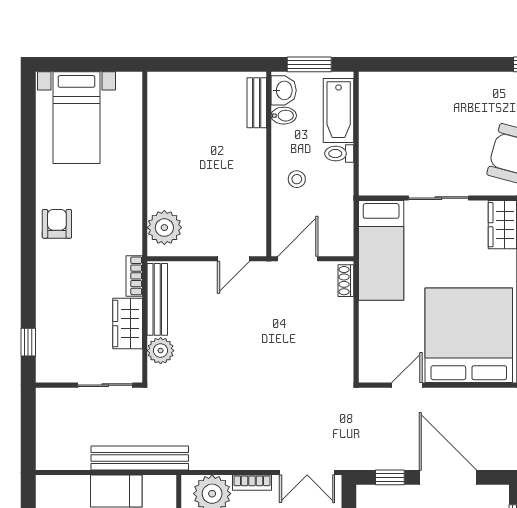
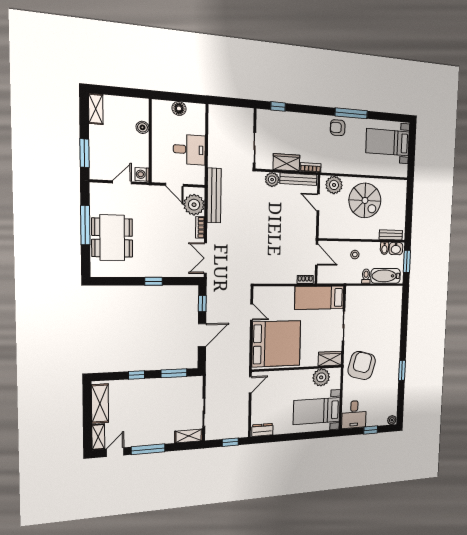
spiral stairs: (191, 162) -> (365, 200), added
window: (28, 197) -> (351, 113), added
armchair: (57, 224) -> (338, 128), turned 180
door: (234, 259) -> (318, 202), moved
bench: (140, 458) -> (214, 195), moved
door: (448, 477) -> (202, 335), width x0.73

